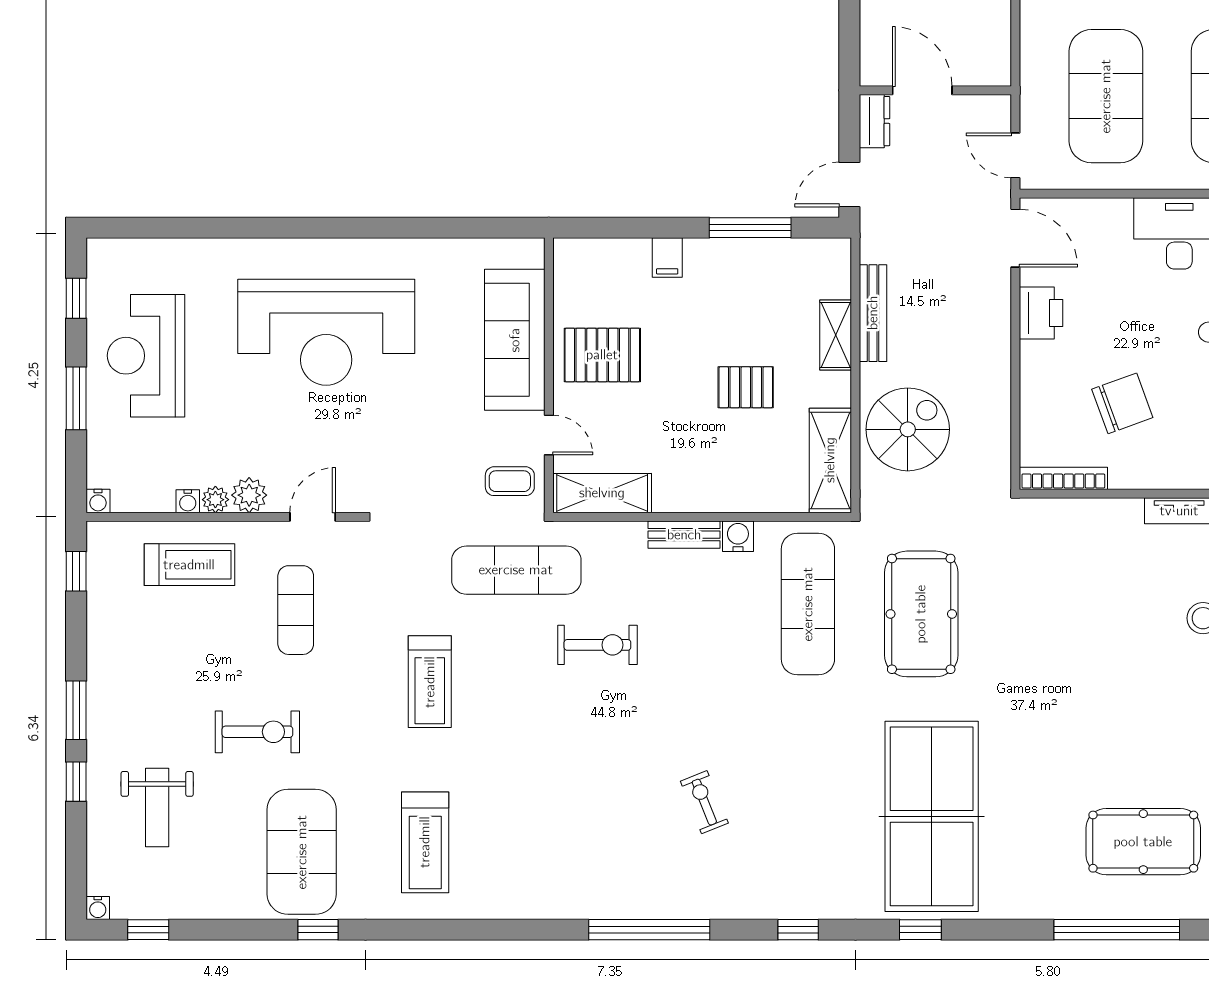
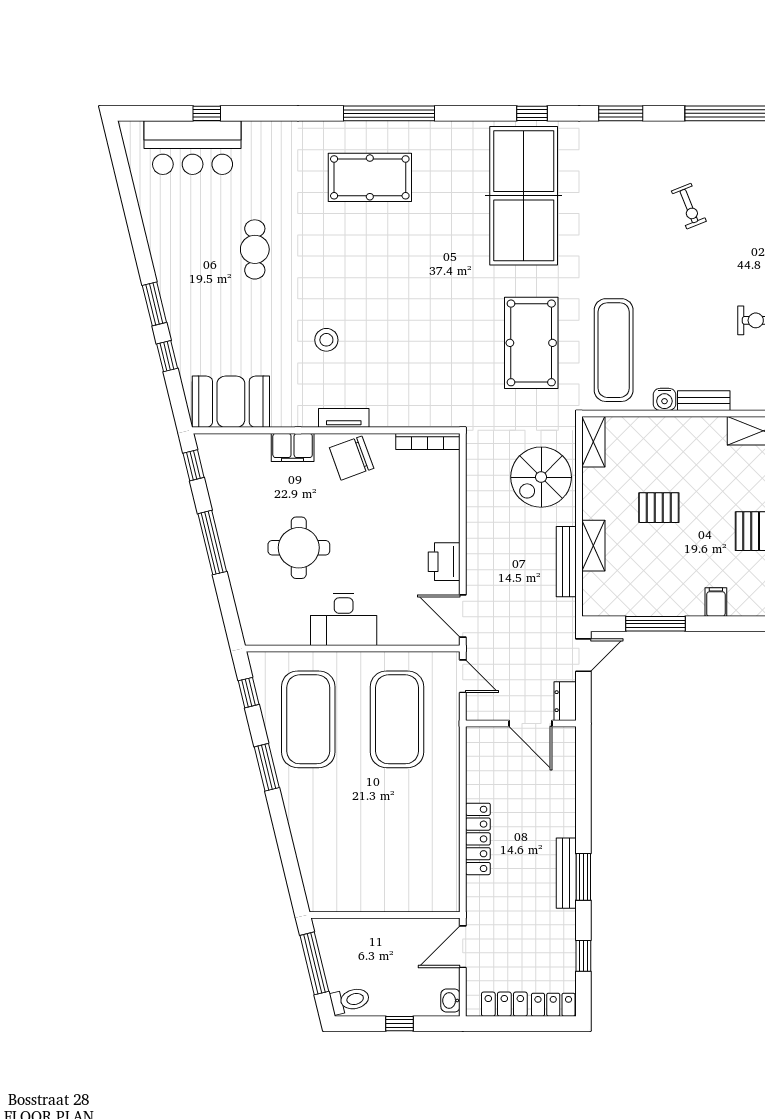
chair: (1122, 403) -> (352, 458), moved
shelving: (830, 460) -> (593, 442), width x0.67, depth x0.75
window: (798, 930) -> (621, 113), width x1.50

